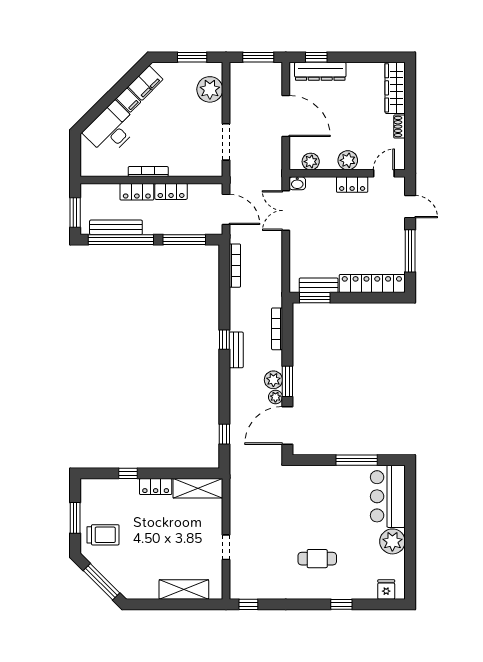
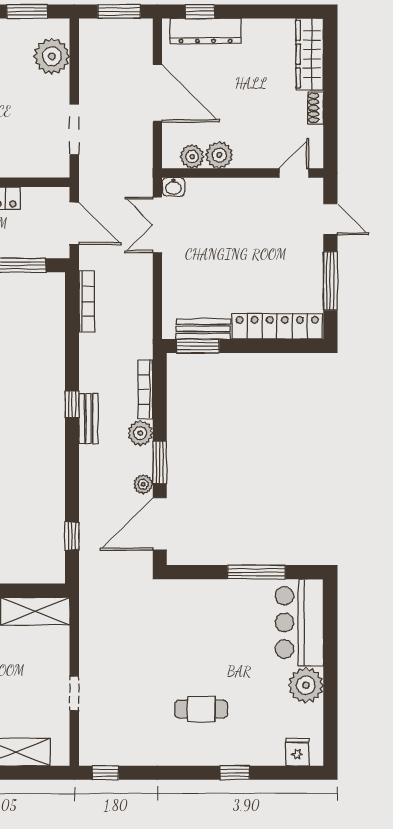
plant: (348, 160) -> (219, 155), moved
locker: (352, 185) -> (250, 189), removed
plant: (273, 380) -> (140, 433), moved

